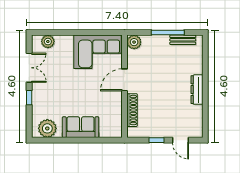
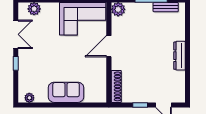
shoe rack: (132, 110) -> (116, 86), moved
plant: (47, 128) -> (29, 98), width x0.53, depth x0.53

